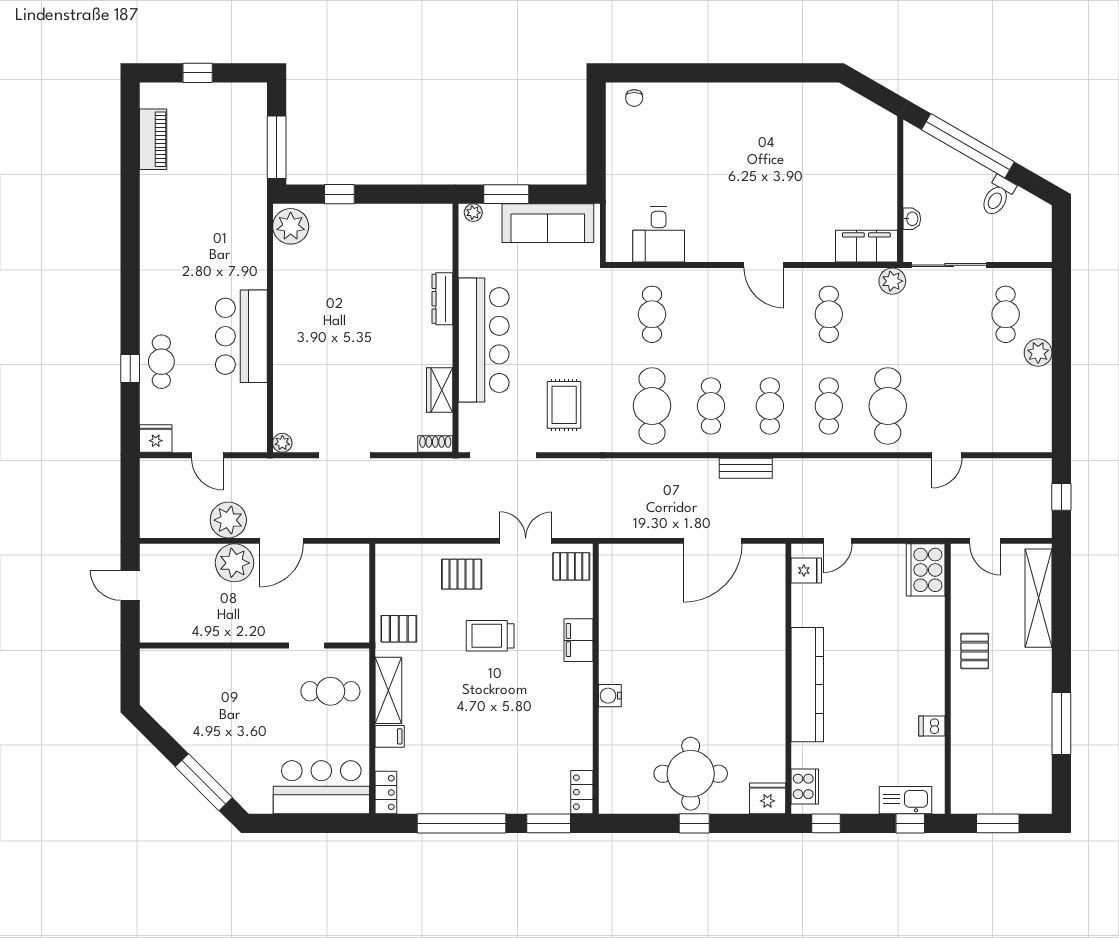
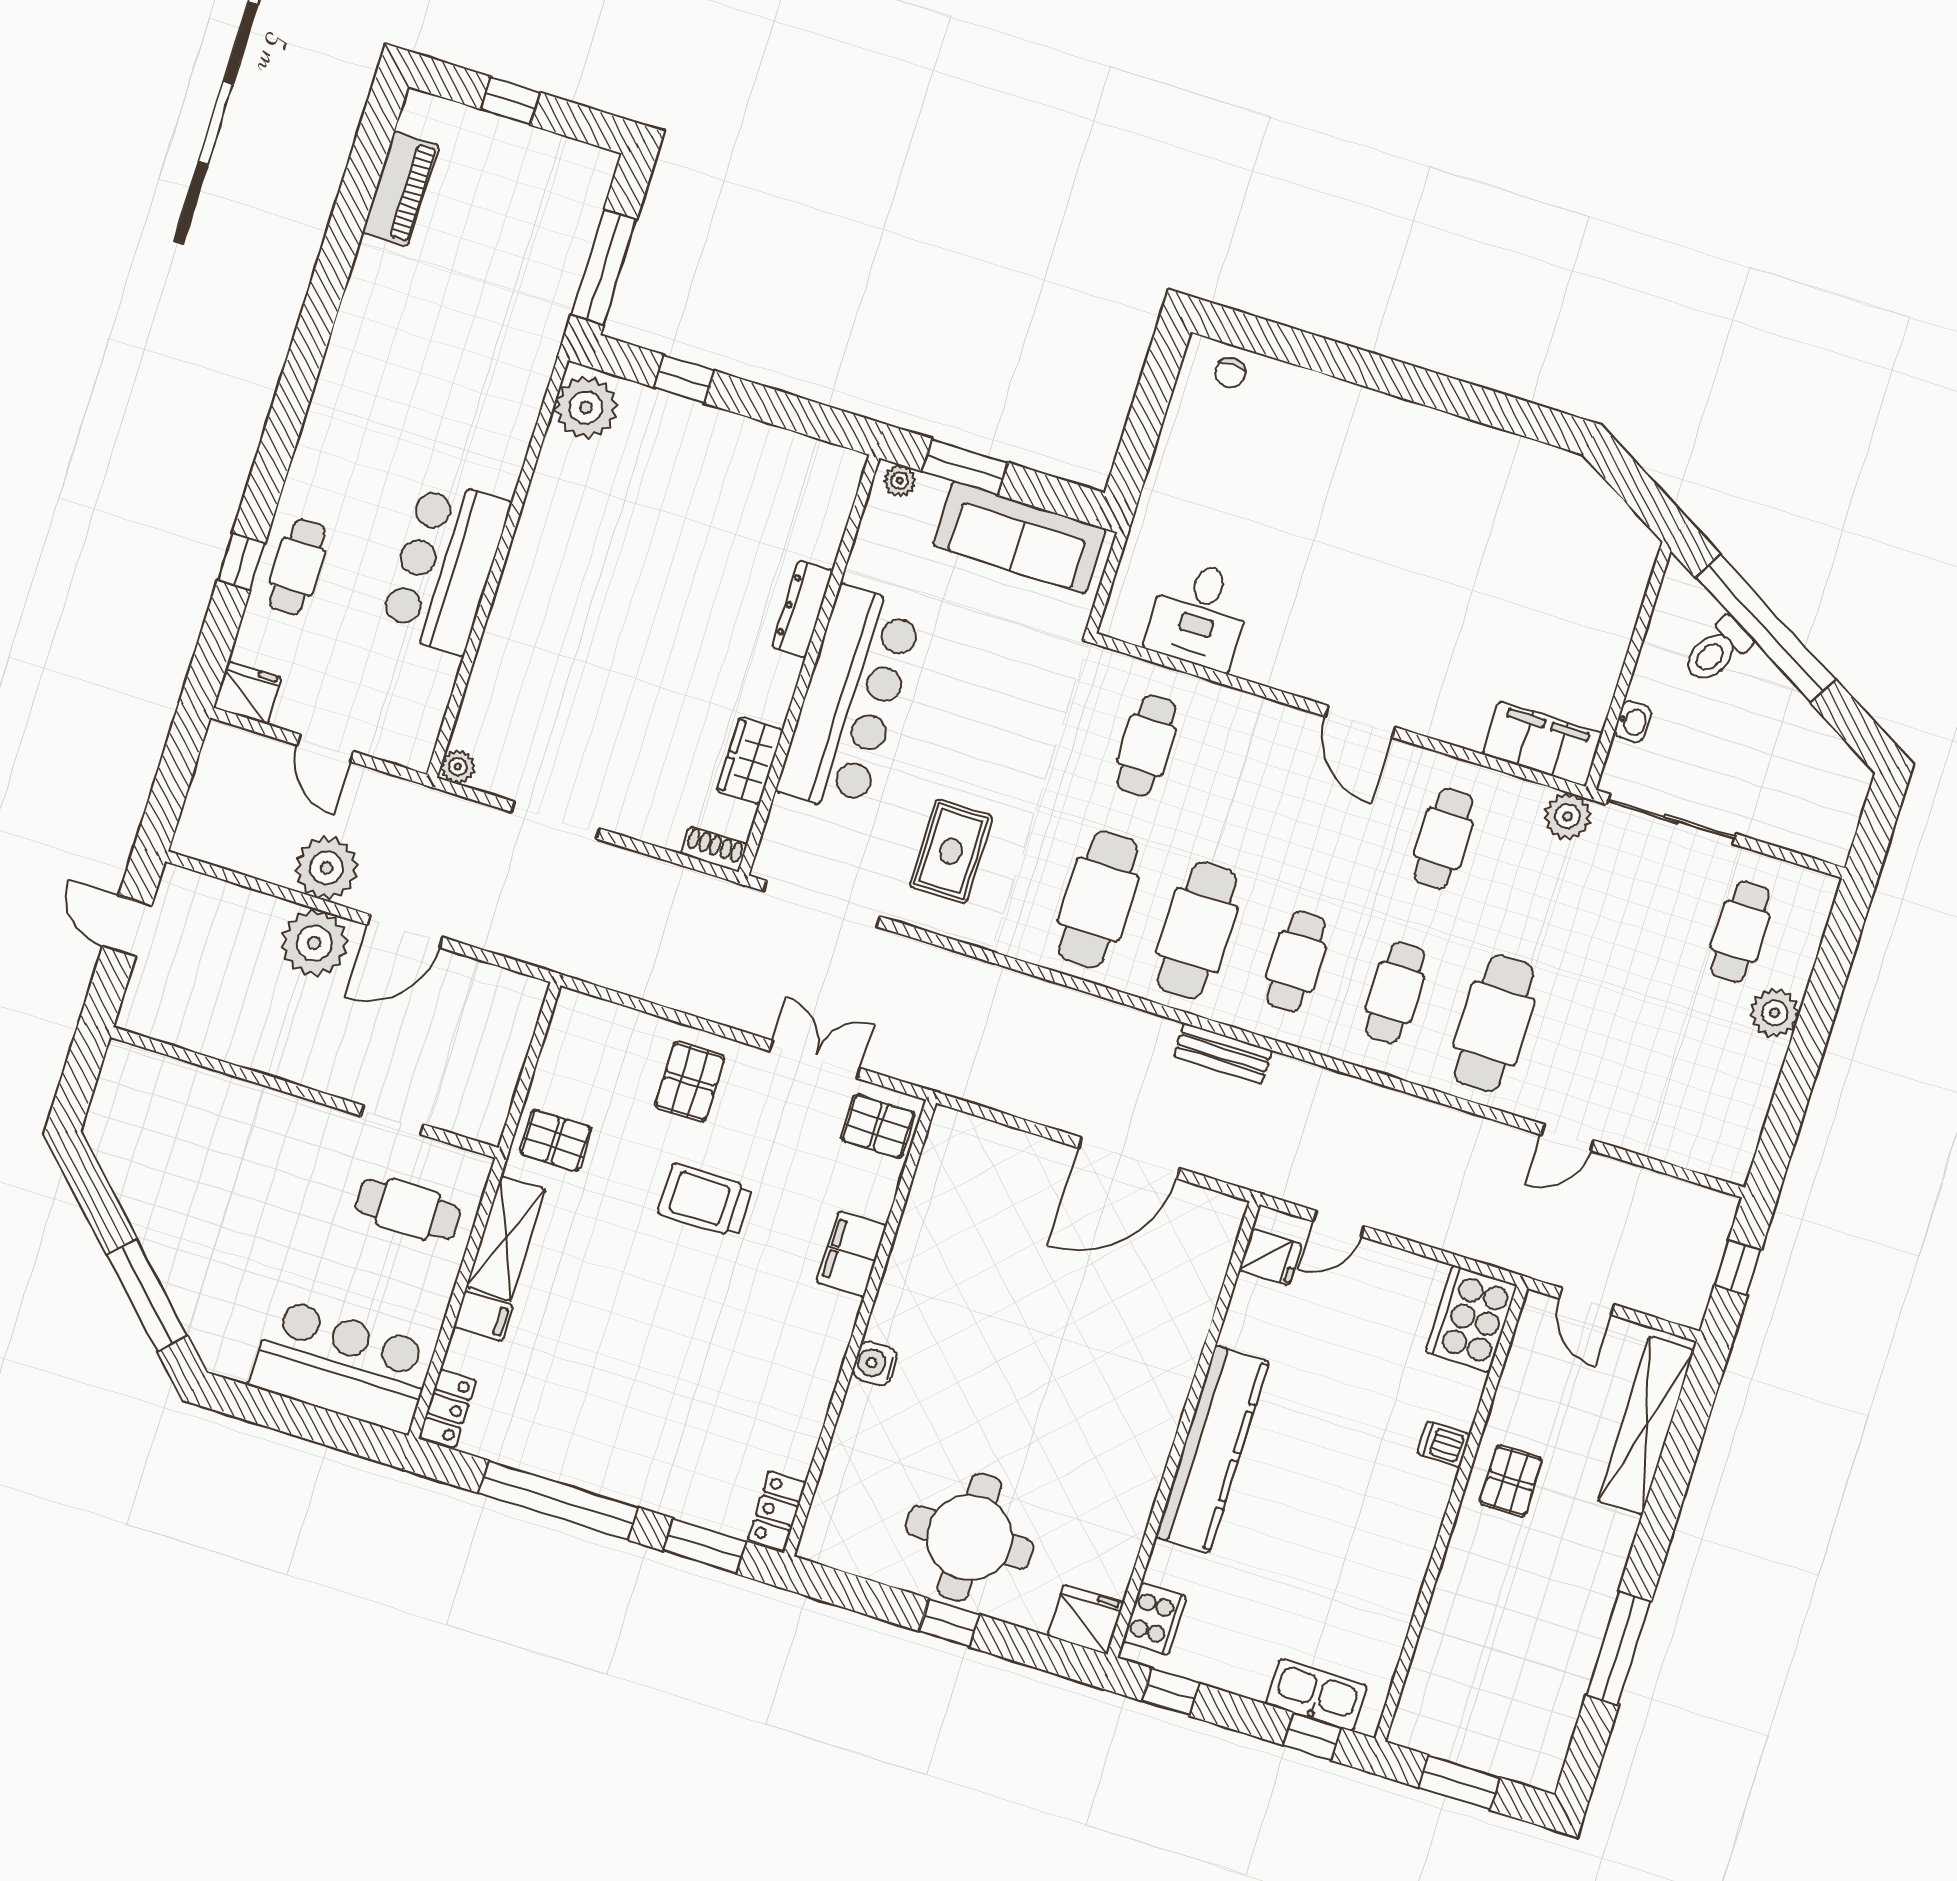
toilet: (998, 196) -> (1717, 651), moved
cafe table: (711, 406) -> (1197, 930), width x1.37, depth x1.35
pallet: (462, 574) -> (690, 1082), turned 90
dishwasher: (932, 726) -> (1444, 1444), moved

